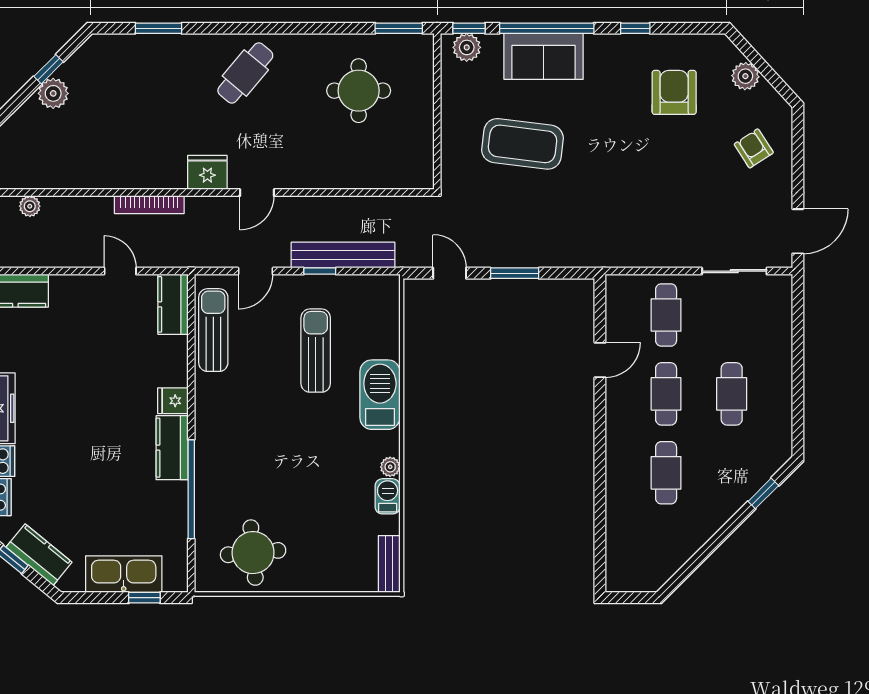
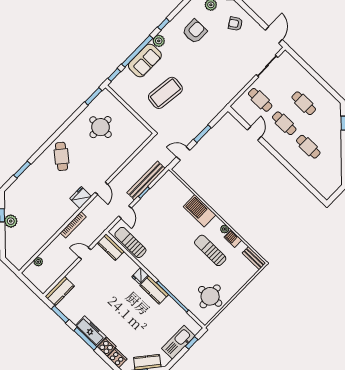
plant: (467, 47) -> (159, 41), moved
armchair: (674, 92) -> (195, 31), turned 90
sun lounger: (316, 351) -> (210, 250), moved

